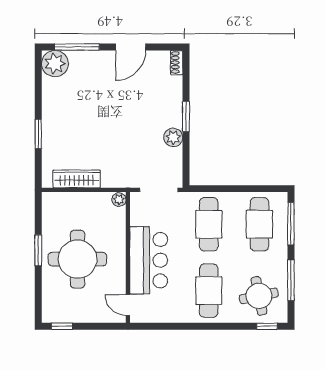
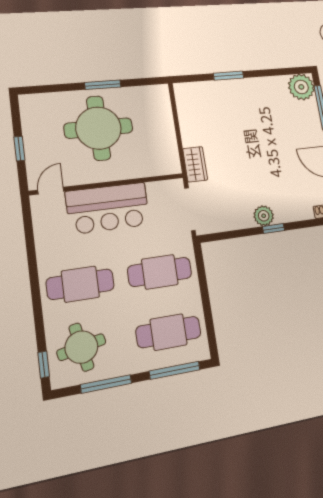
window: (186, 117) -> (274, 229), width x0.67
plant: (173, 137) -> (264, 216), moved
wardrobe: (77, 179) -> (195, 164), moved, width x0.67
plant: (119, 200) -> (172, 167), removed
window: (62, 326) -> (19, 149), moved

